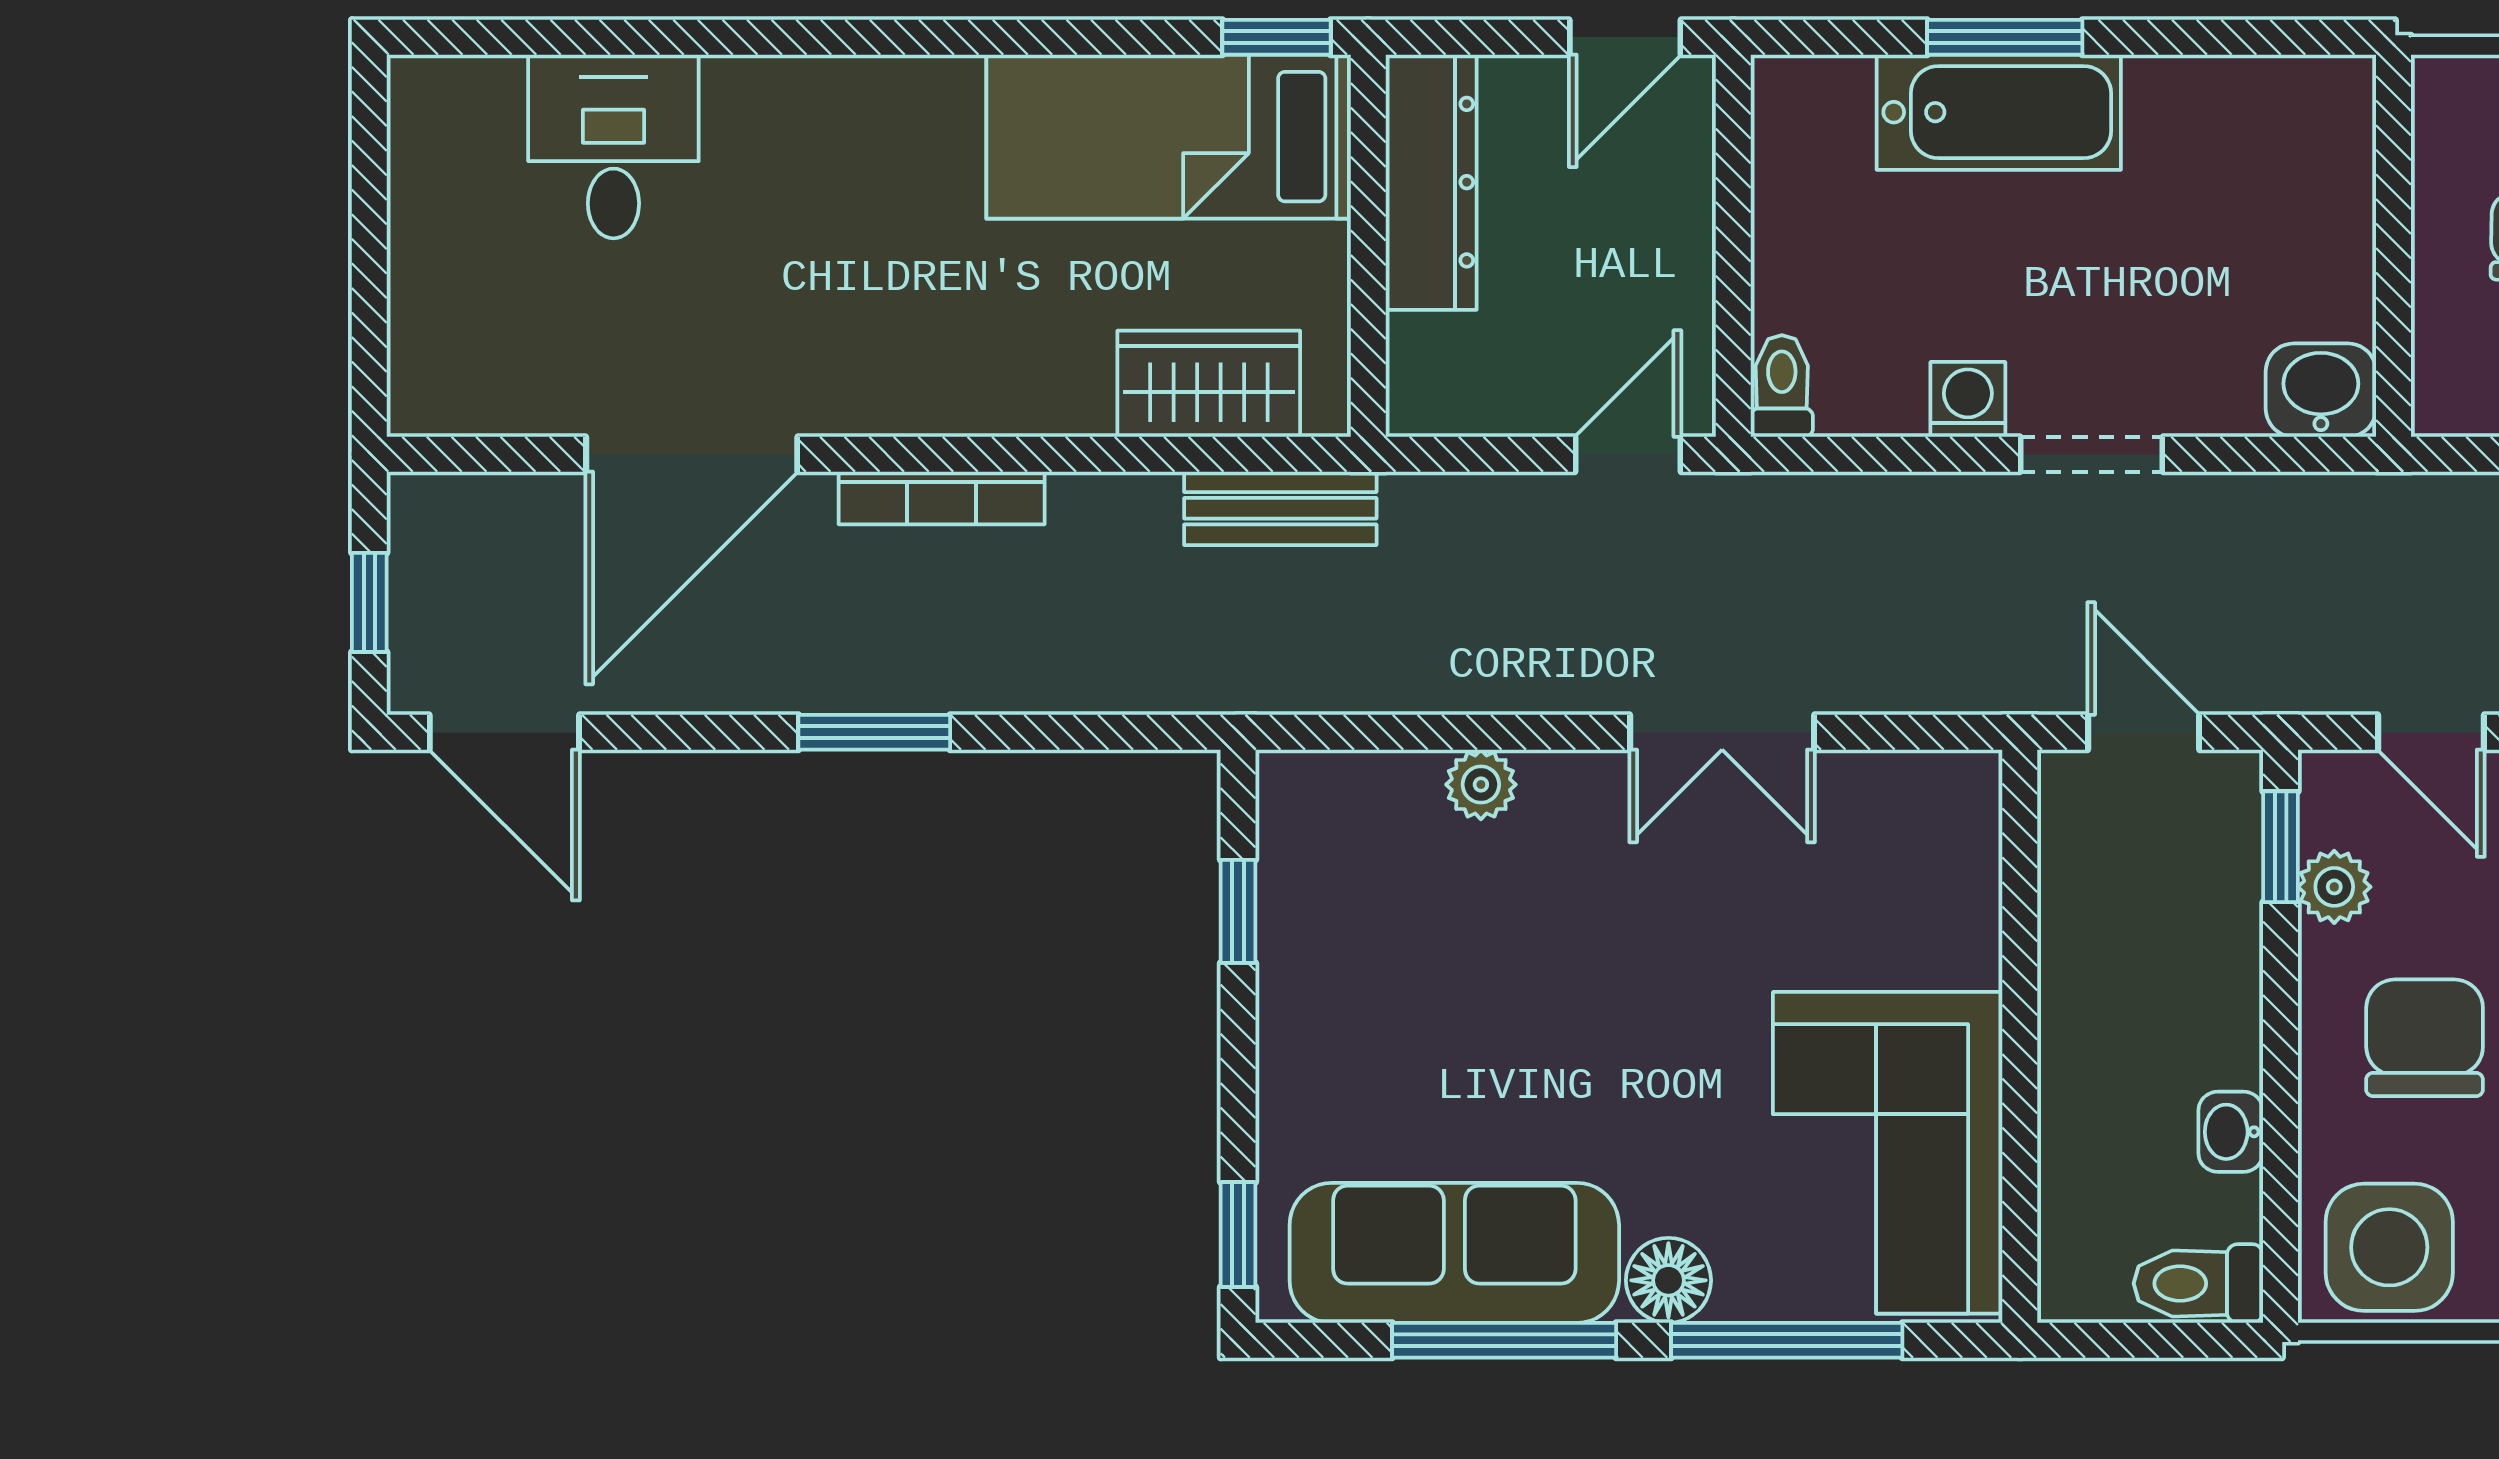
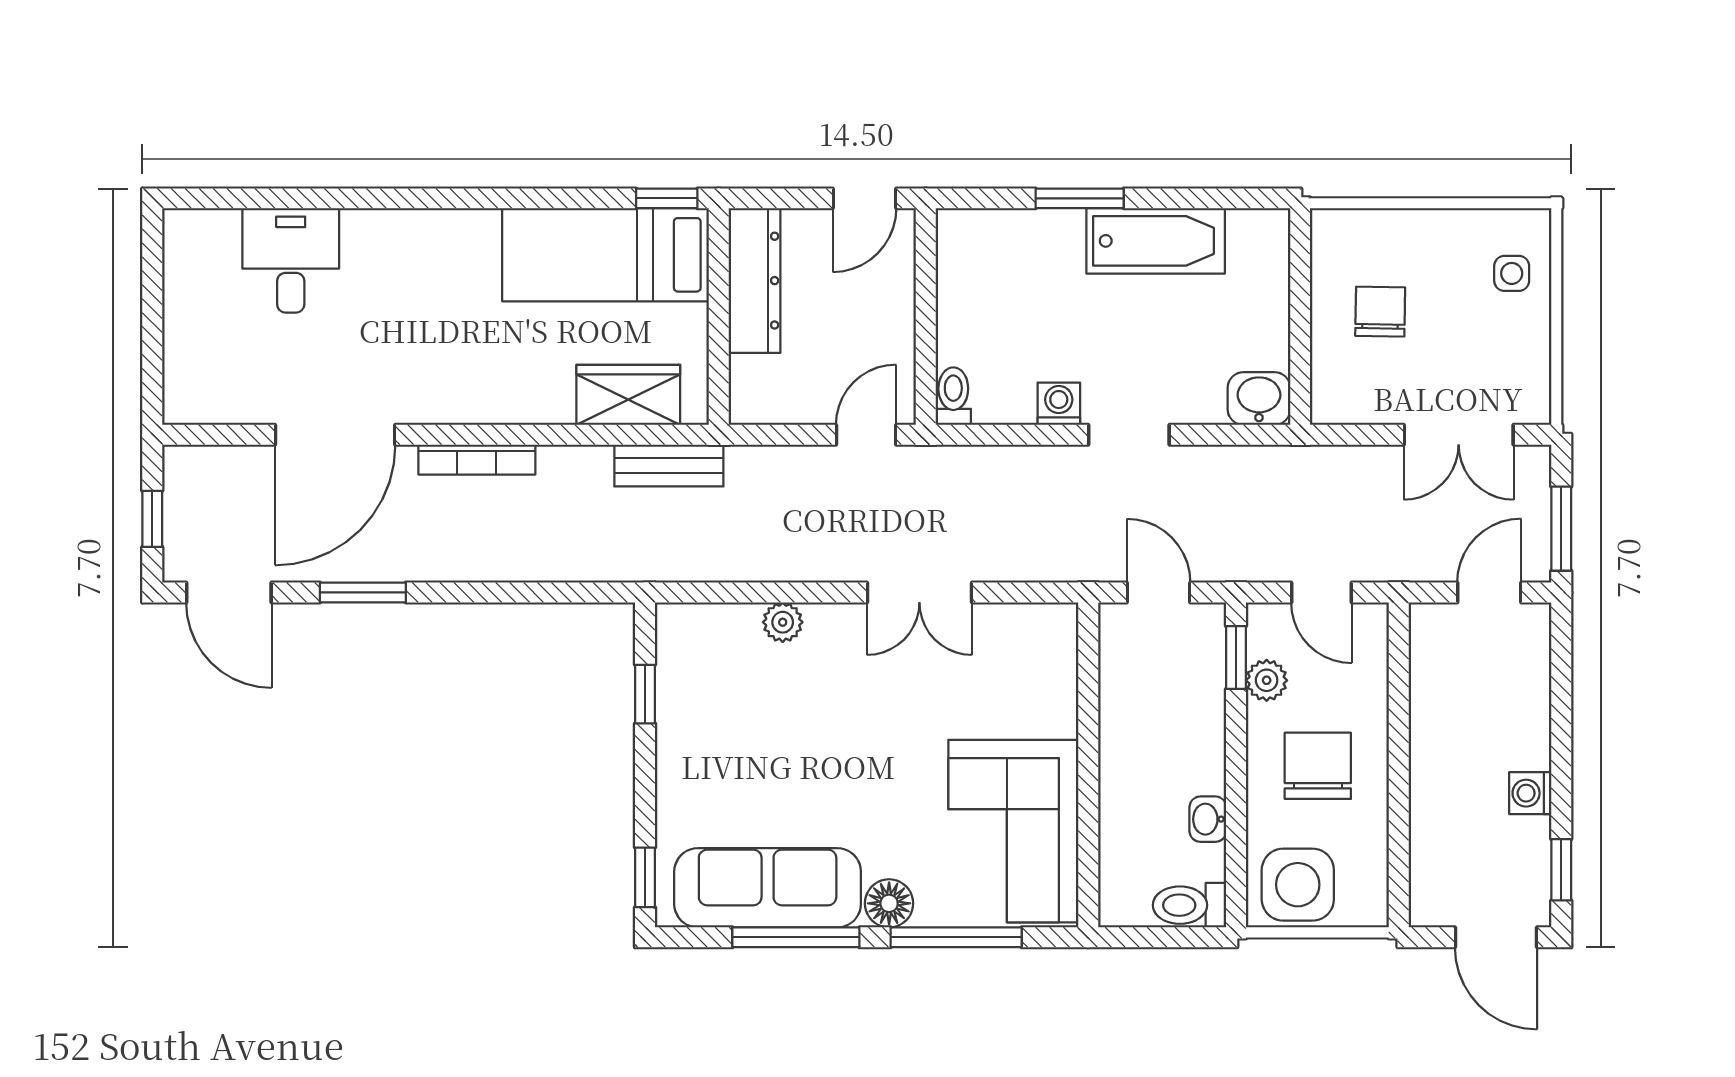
bathtub: (1999, 112) -> (1156, 241), moved
window: (874, 732) -> (363, 592), moved

